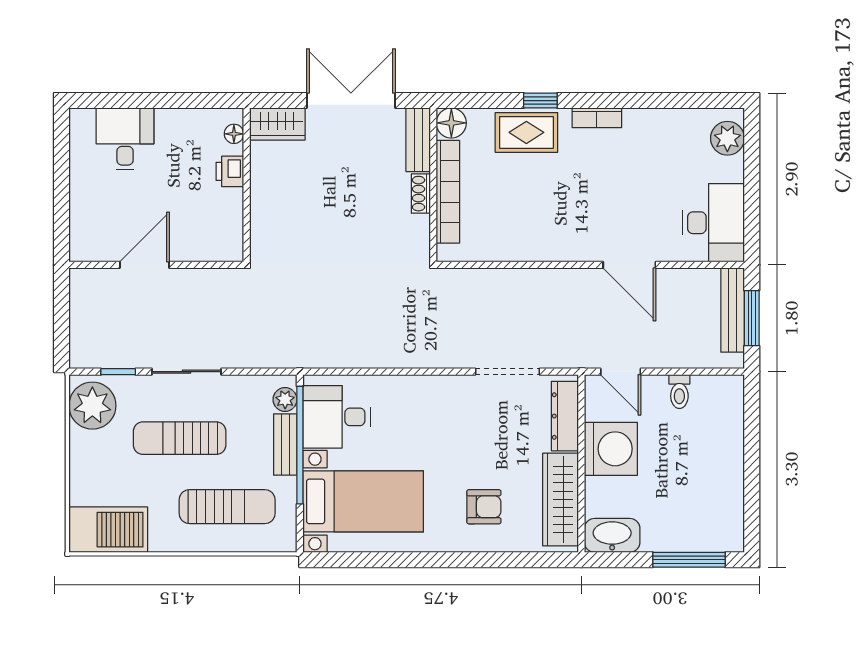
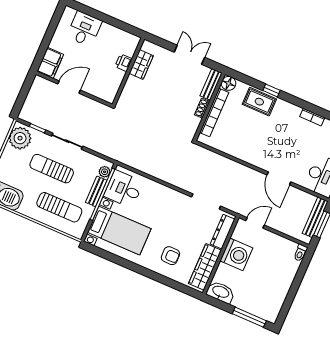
double door: (351, 101) -> (189, 55), width x0.73
bookcase: (597, 118) -> (312, 117), moved
wardrobe: (277, 124) -> (141, 64), moved, turned -90
floor lamp: (234, 134) -> (132, 47), removed
filing cabinet: (88, 234) -> (50, 63), added
door: (621, 372) -> (255, 223), swing flipped
toilet: (679, 391) -> (300, 253), moved

